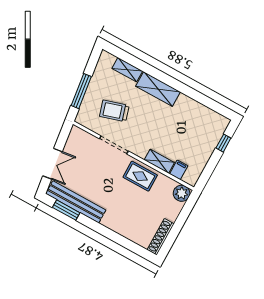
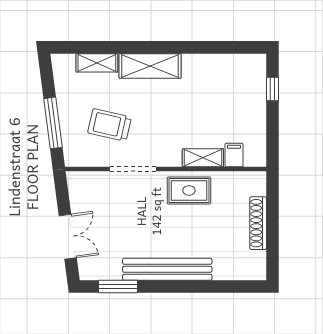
trolley: (114, 111) -> (110, 125), turned 30
plant: (182, 193) -> (254, 183), removed
bench: (76, 202) -> (167, 269), moved
shoe rack: (161, 237) -> (258, 223), moved

